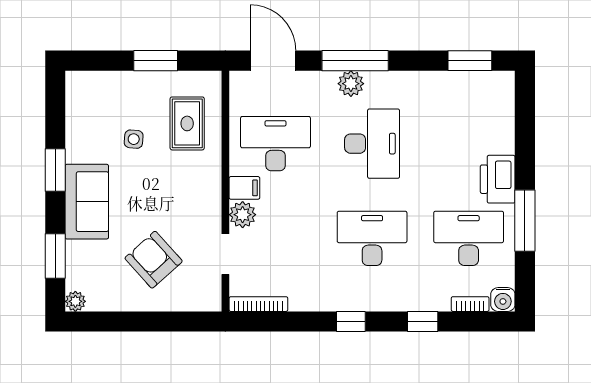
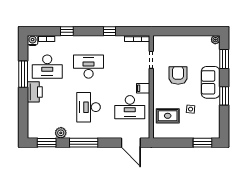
window: (156, 61) -> (203, 143), moved
window: (355, 61) -> (84, 143), moved
plant: (351, 84) -> (61, 133), moved
rug: (187, 123) -> (168, 116), turned 90
plant: (243, 215) -> (144, 77), removed
desk: (372, 238) -> (89, 67), turned 180
armchair: (154, 260) -> (178, 75), moved, turned -138
window: (351, 321) -> (109, 31), moved

